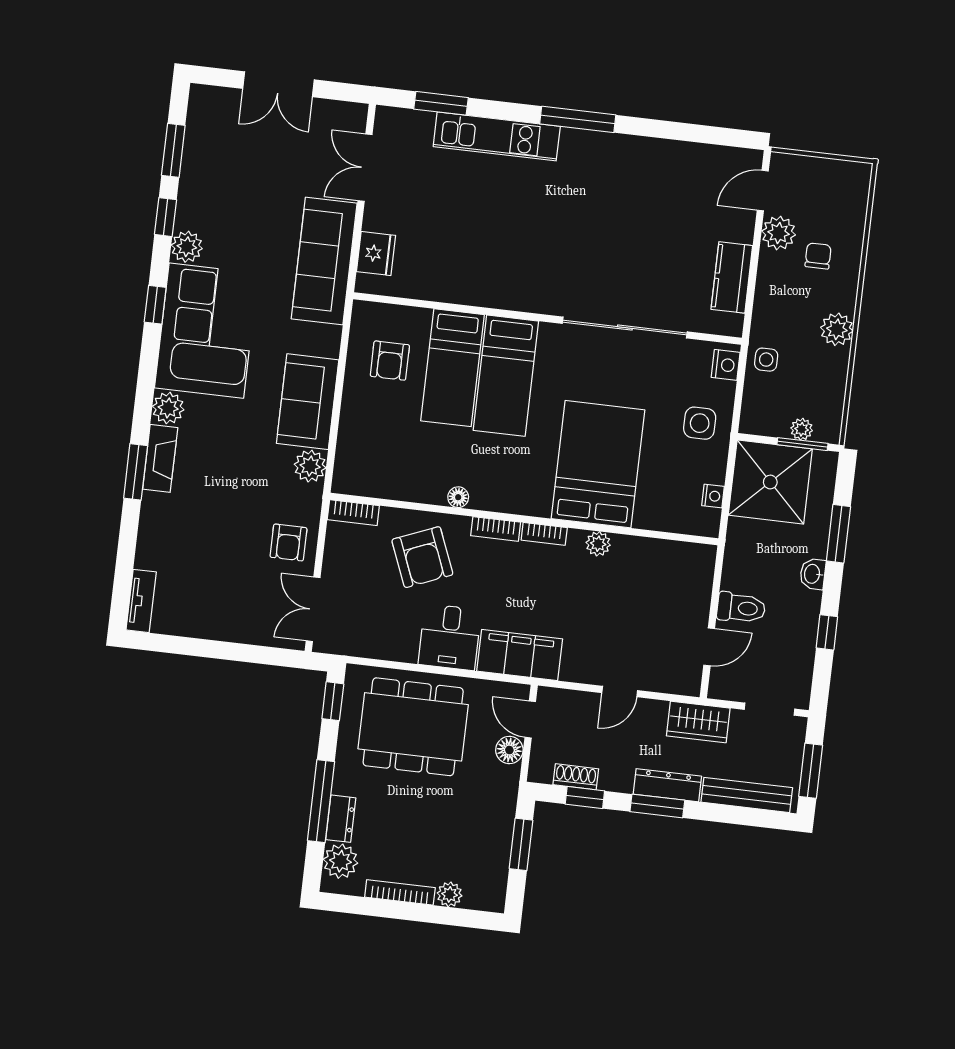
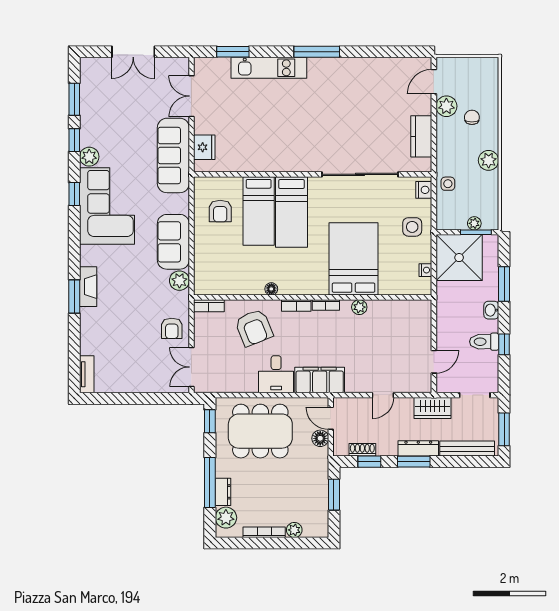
plant: (168, 408) -> (89, 256), removed
toilet: (741, 608) -> (484, 342), moved, turned 180

